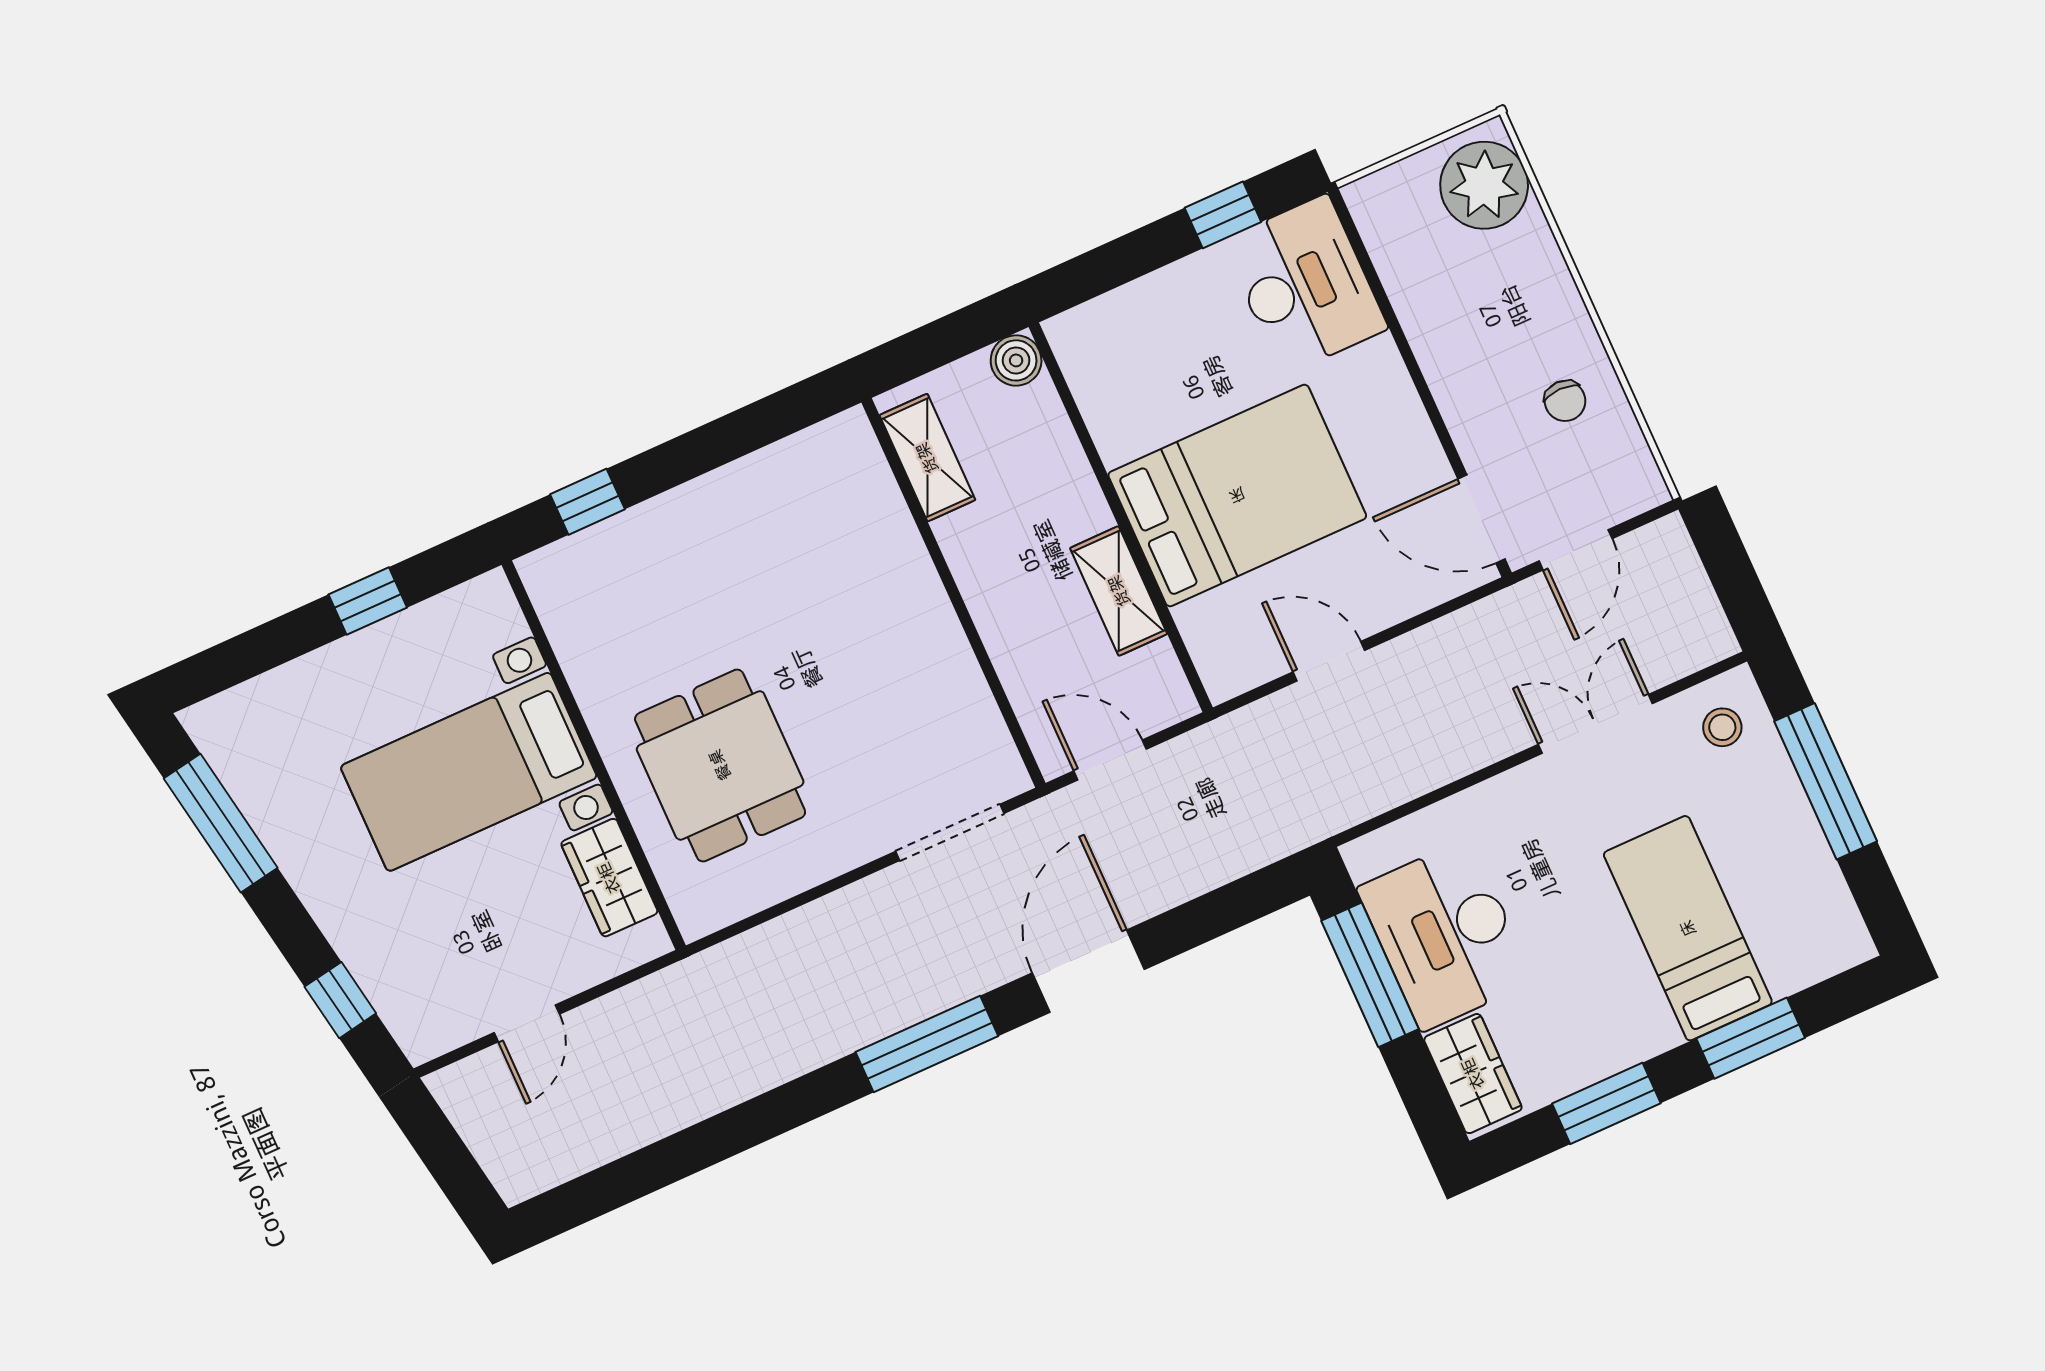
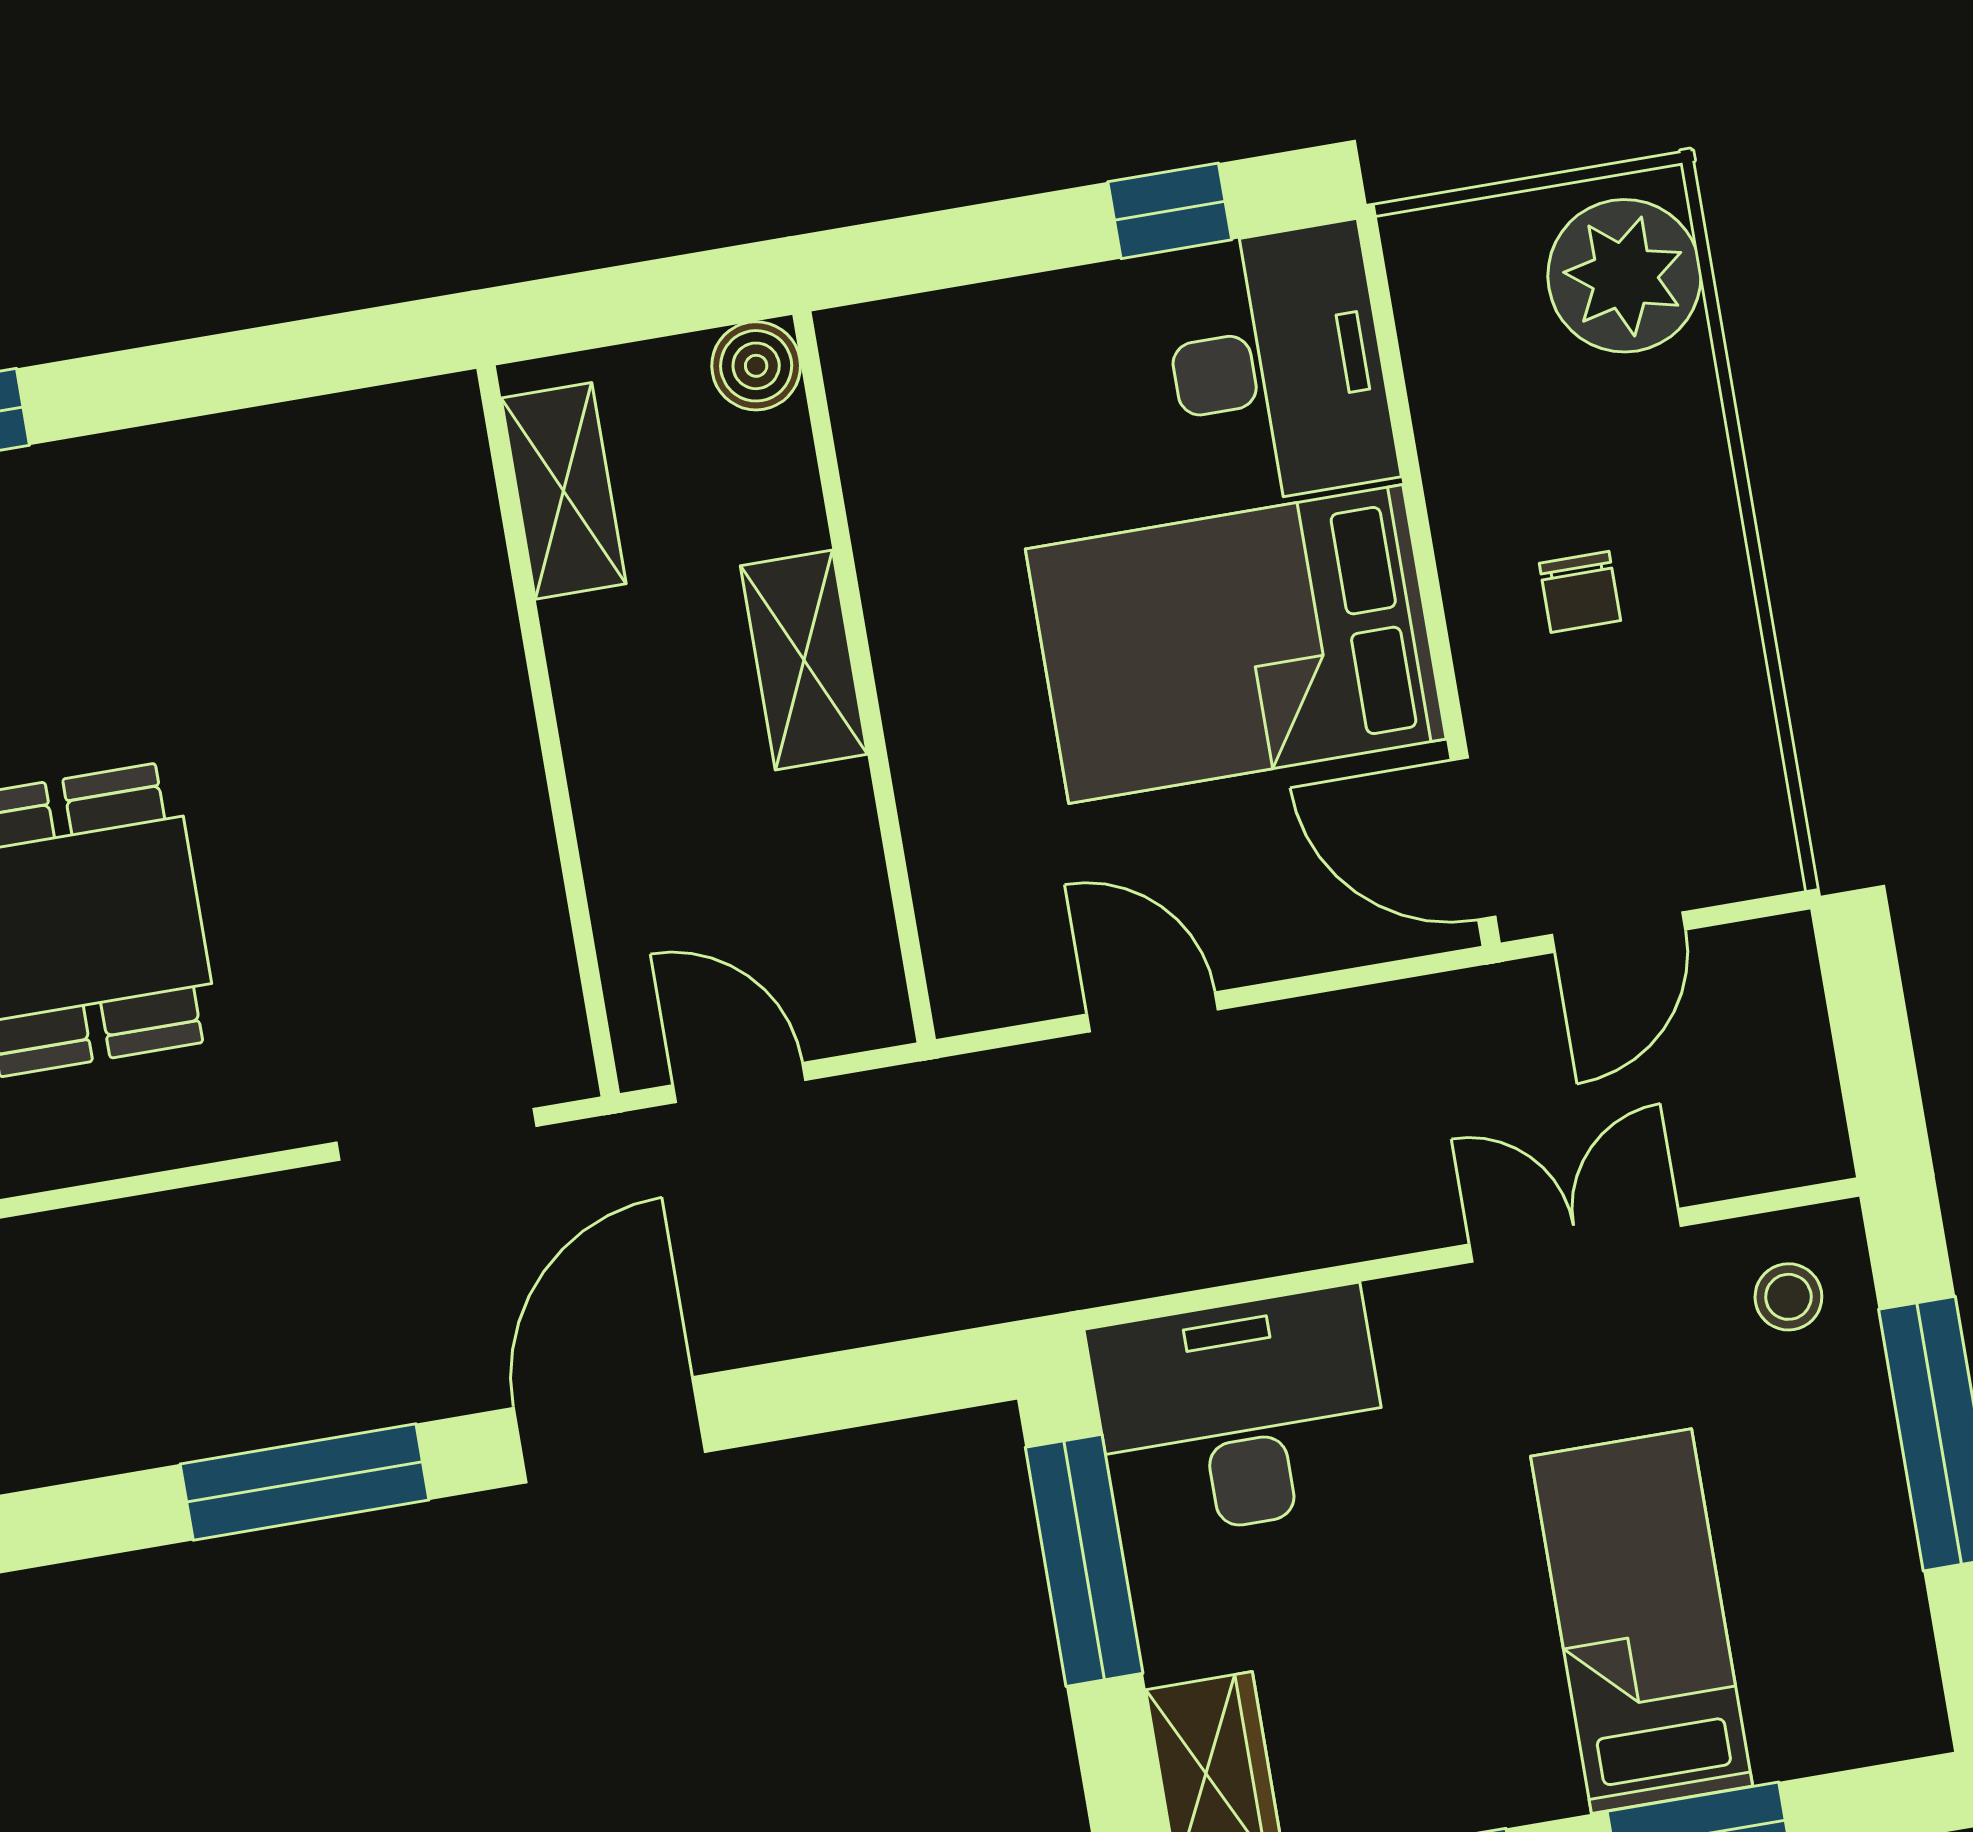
chair: (1565, 401) -> (1580, 592), moved
bed: (1237, 495) -> (1236, 644), moved, turned 180
shelving: (1119, 591) -> (804, 660), moved
desk: (1445, 935) -> (1240, 1414), moved, turned 90

